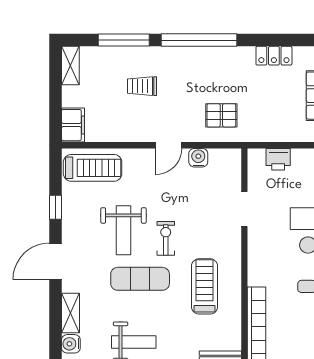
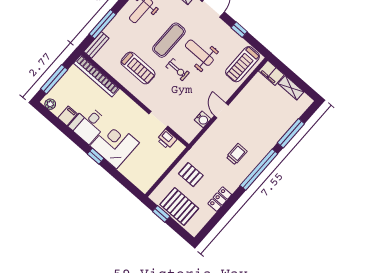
shelving: (70, 66) -> (291, 88), moved
trolley: (142, 86) -> (237, 154), moved
pallet: (221, 115) -> (191, 175), moved, turned 90
printer: (278, 159) -> (167, 139), moved, turned -90

